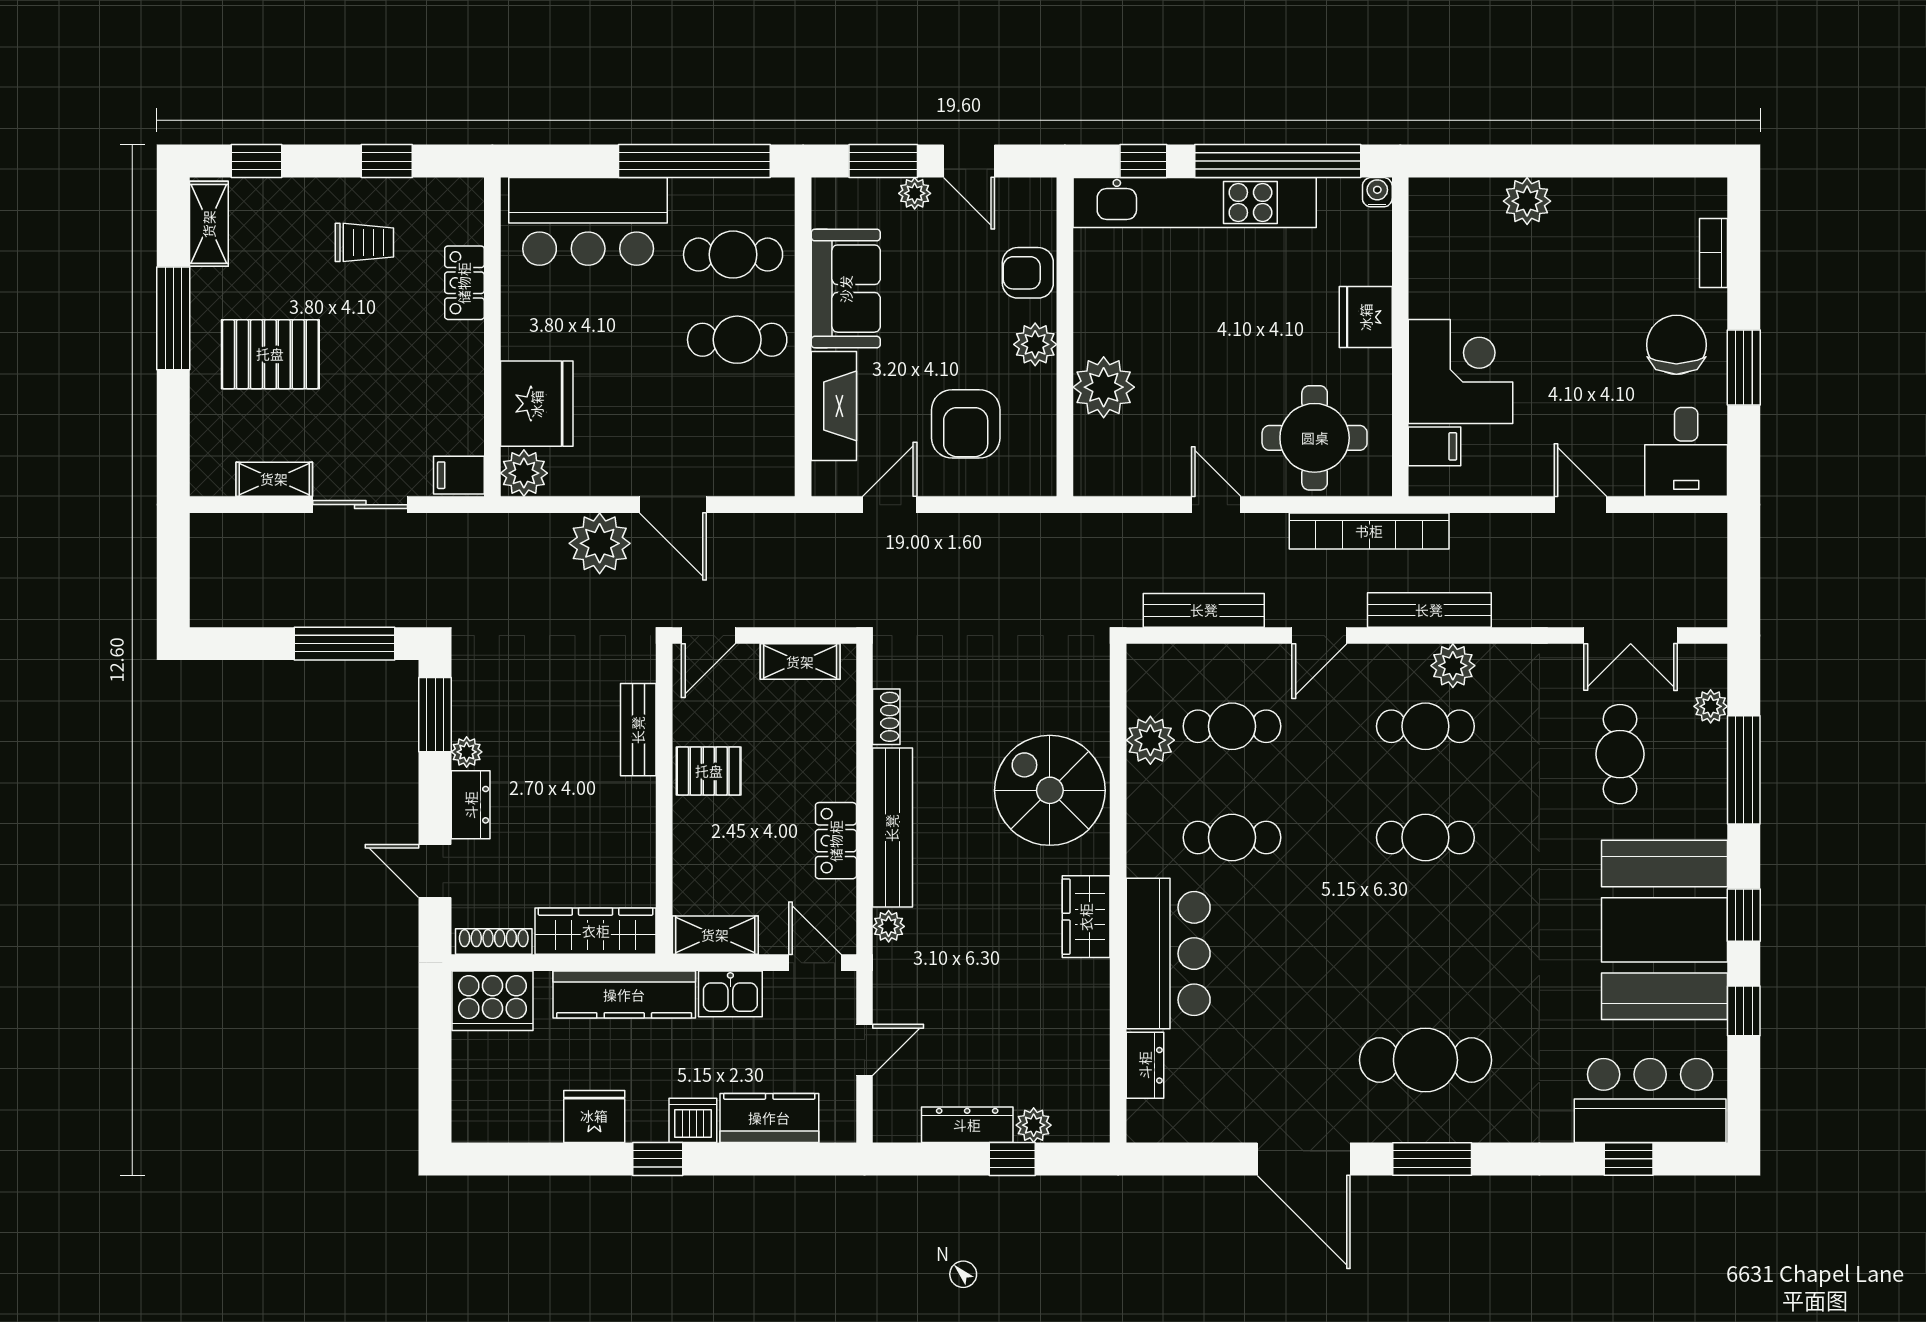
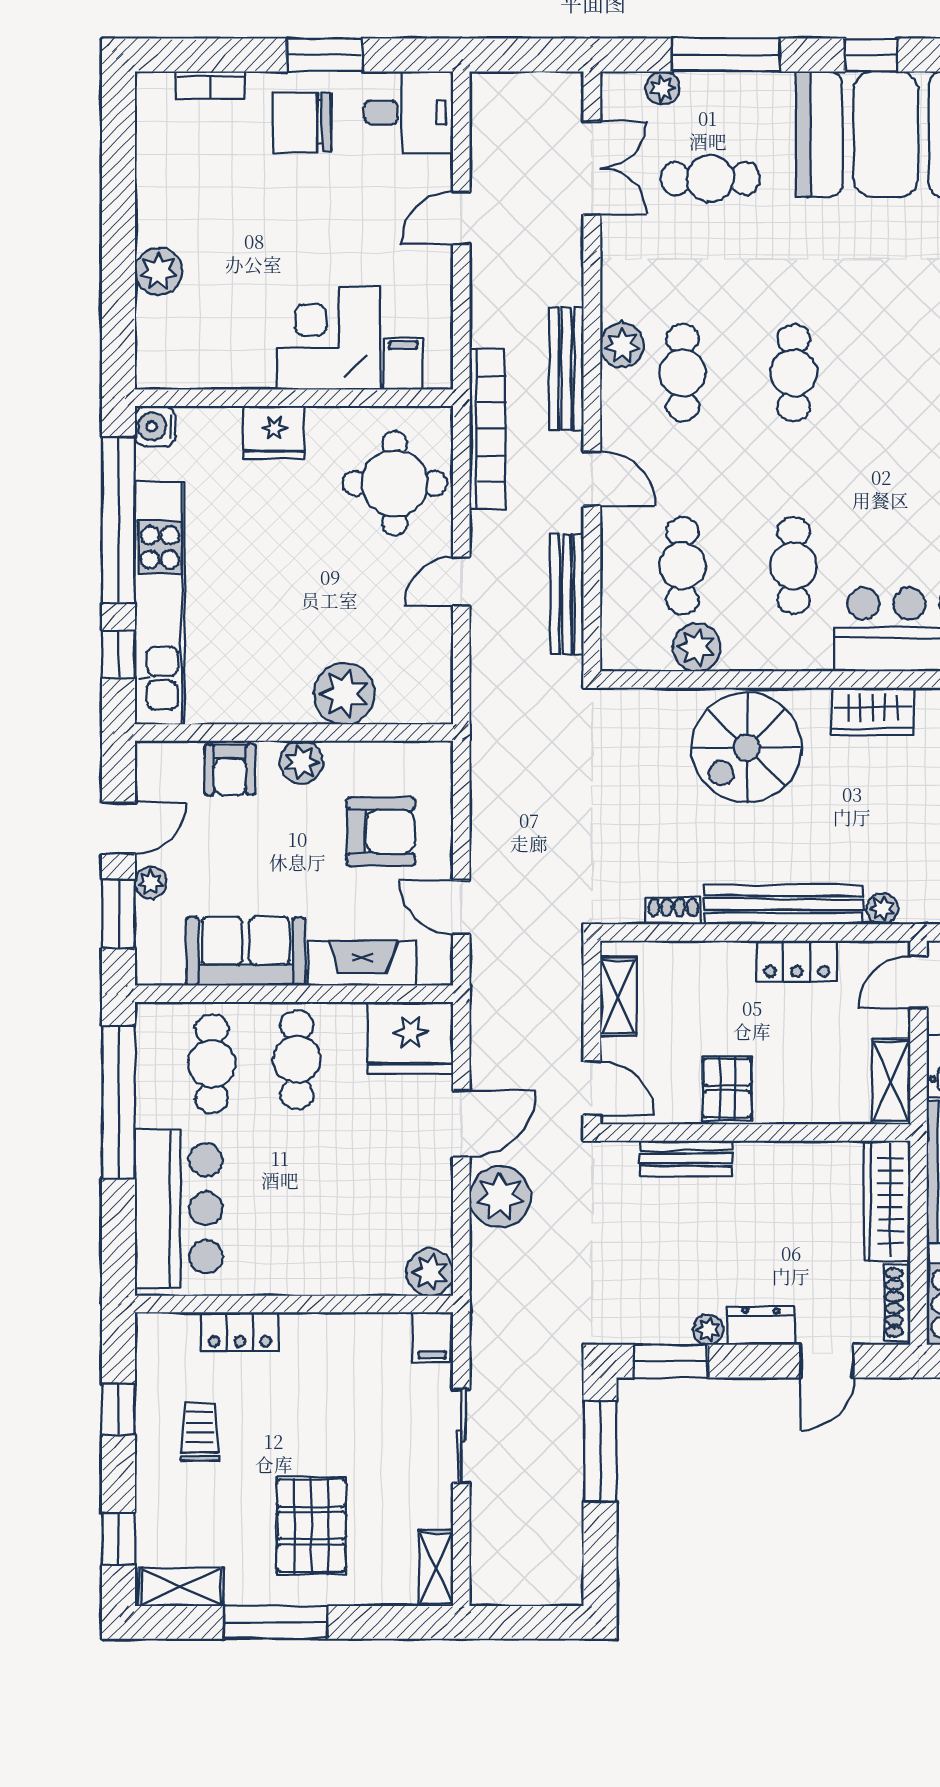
water cooler: (1377, 192) -> (155, 426), width x1.38, depth x1.38
fridge: (537, 404) -> (410, 1038), moved, turned 180
shelving: (274, 479) -> (436, 1568), moved

